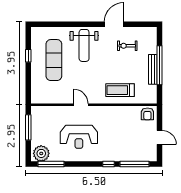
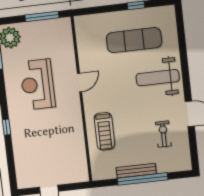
treadmill: (120, 90) -> (104, 131), turned 180
armchair: (147, 114) -> (78, 170), removed
window: (135, 164) -> (11, 161), removed

